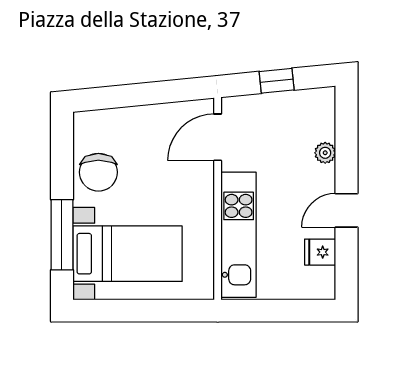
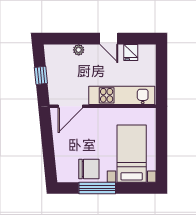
door: (218, 137) -> (70, 106), hinge flipped
window: (62, 235) -> (97, 188), moved

